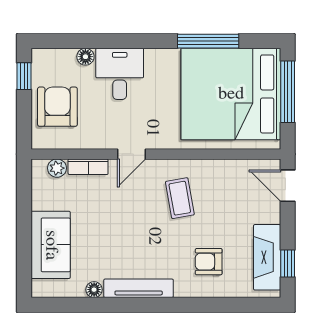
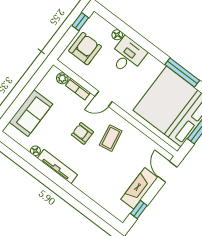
fireplace: (267, 257) -> (139, 188), moved
armchair: (209, 262) -> (82, 133), moved

